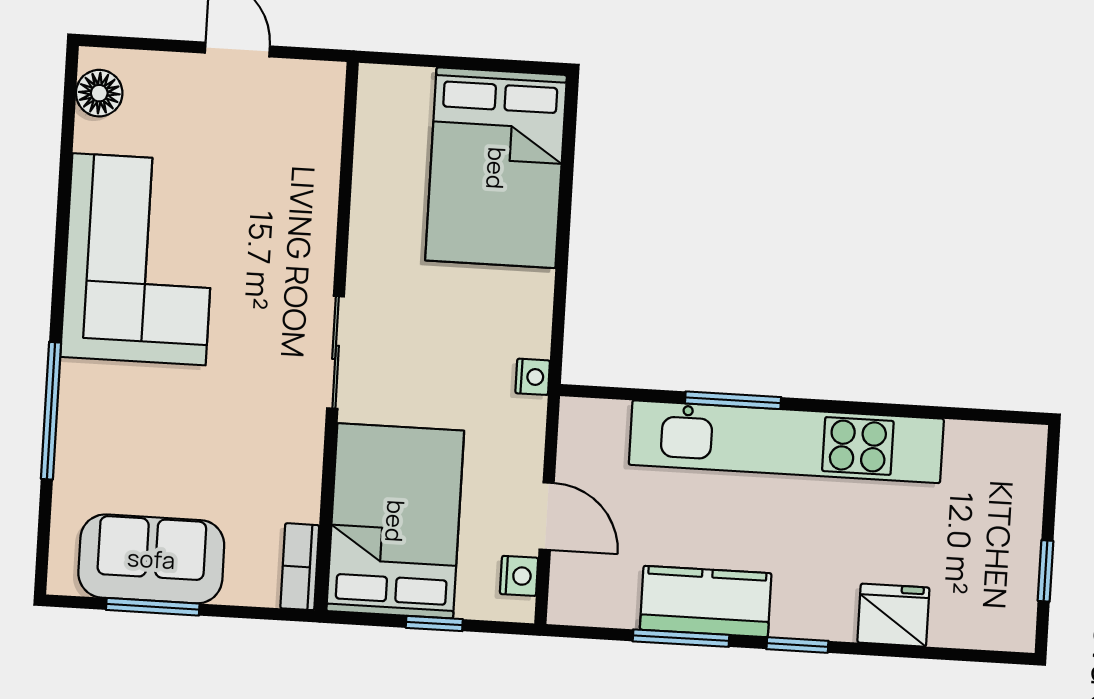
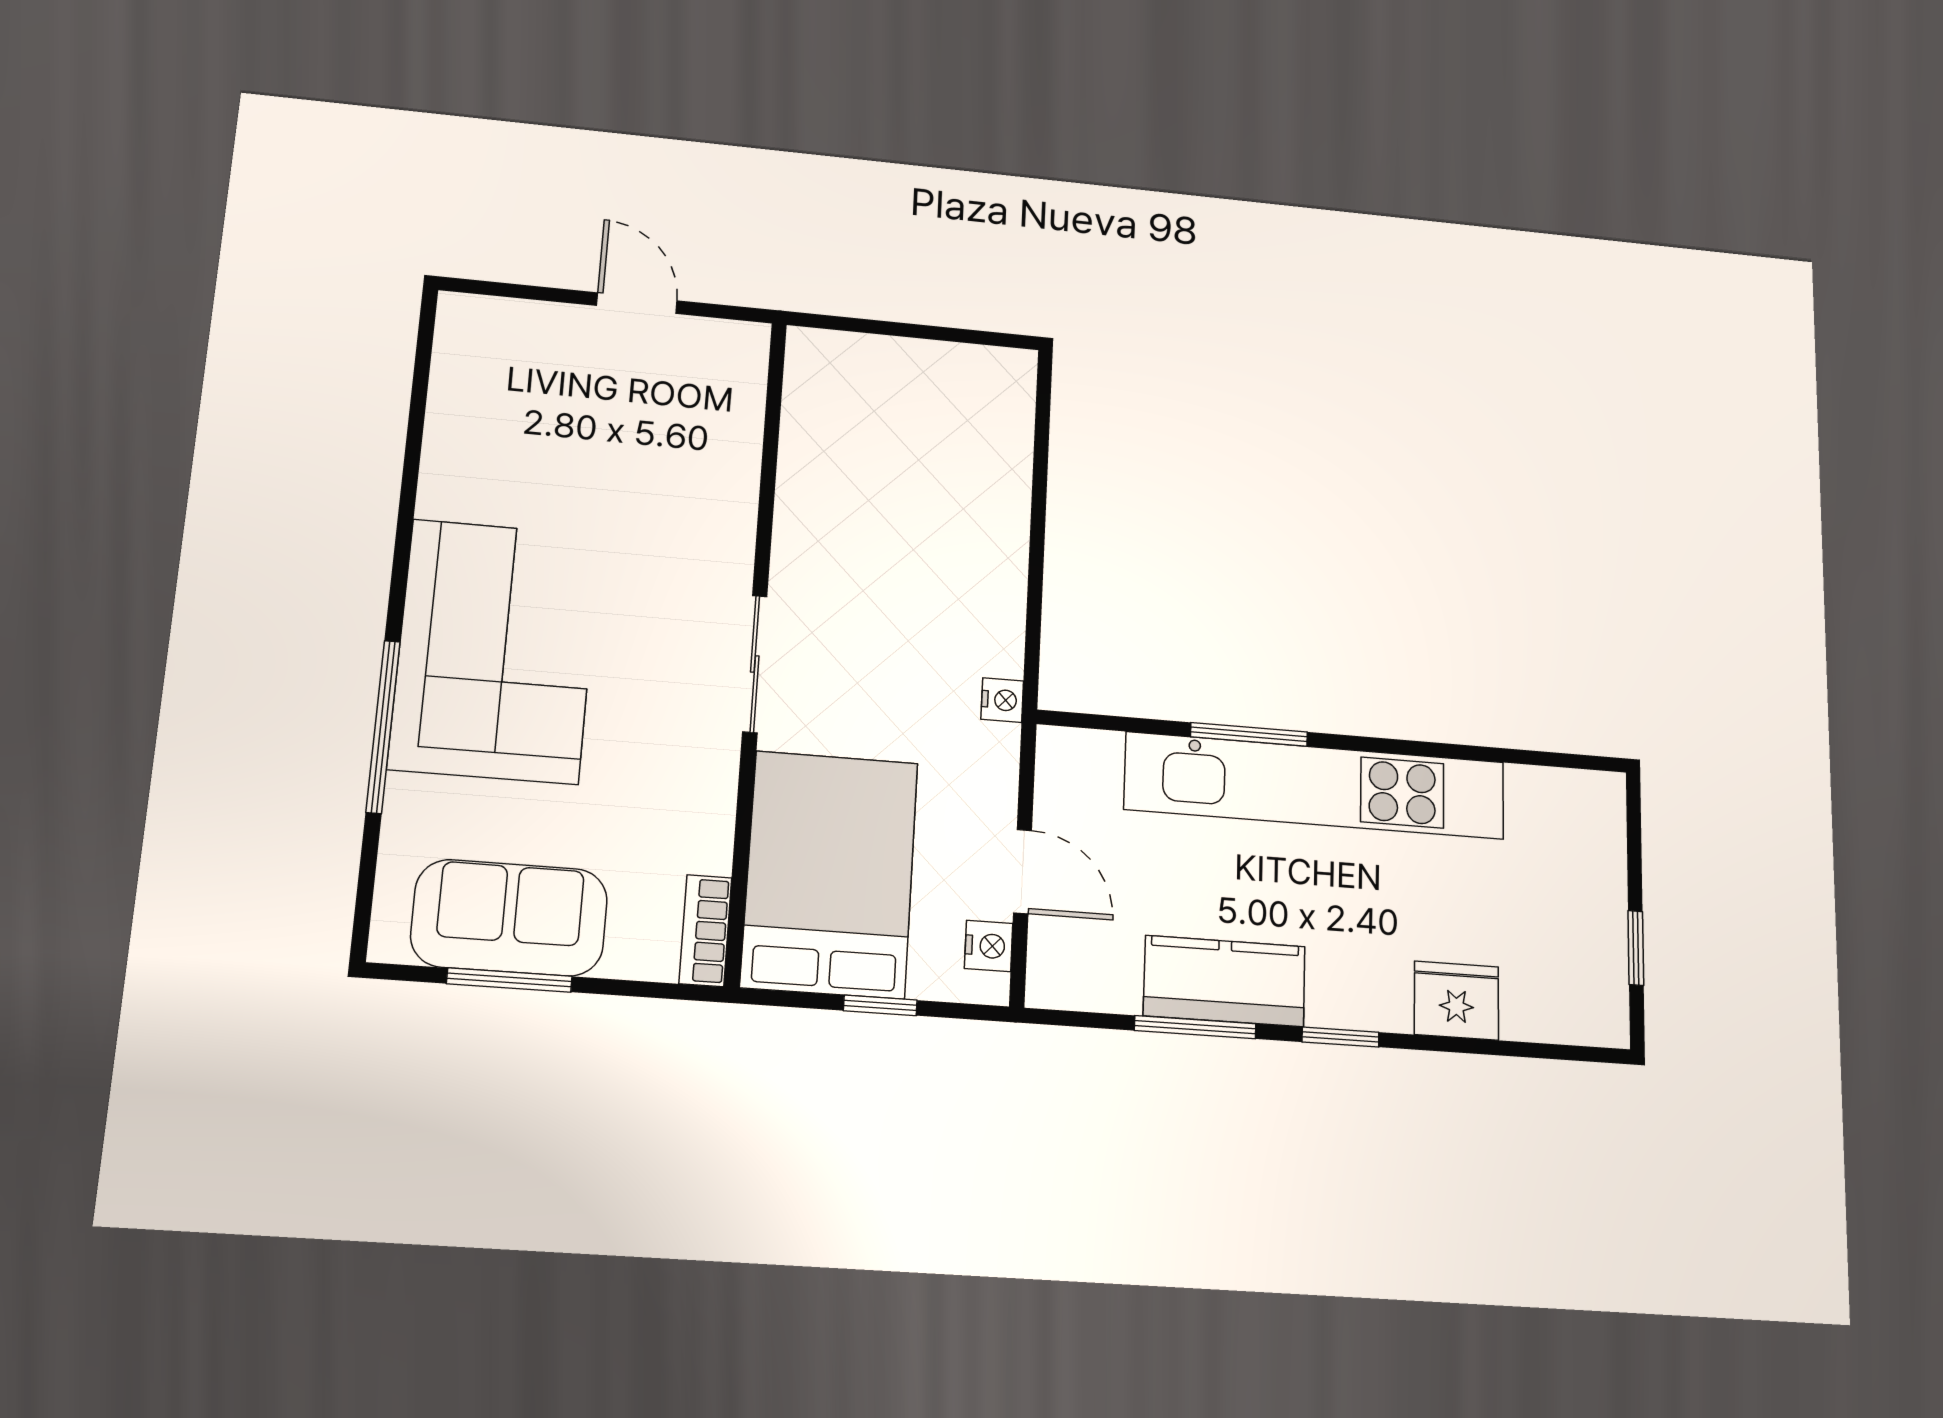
floor lamp: (99, 93) -> (462, 346), removed
bed: (496, 168) -> (954, 452), removed
corner sofa: (139, 259) -> (495, 651), moved

